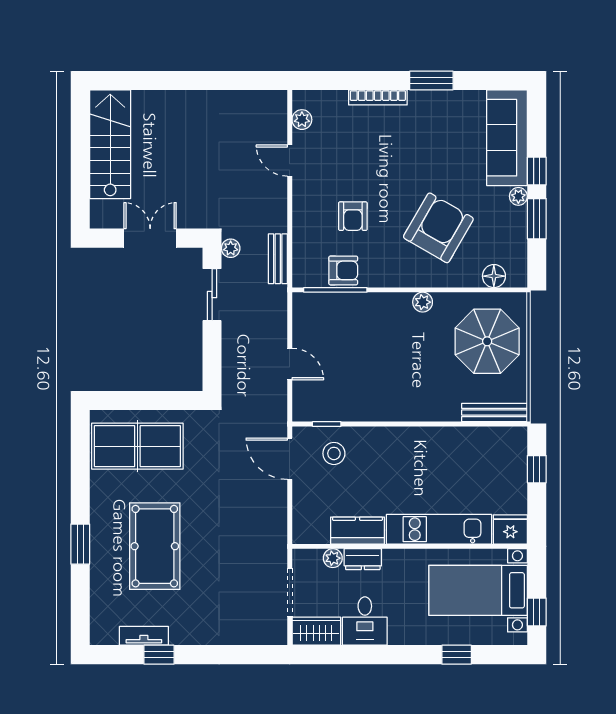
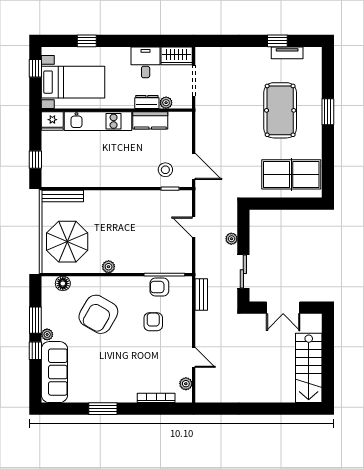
bookcase: (378, 97) -> (156, 398), moved
plant: (231, 248) -> (231, 239), moved

